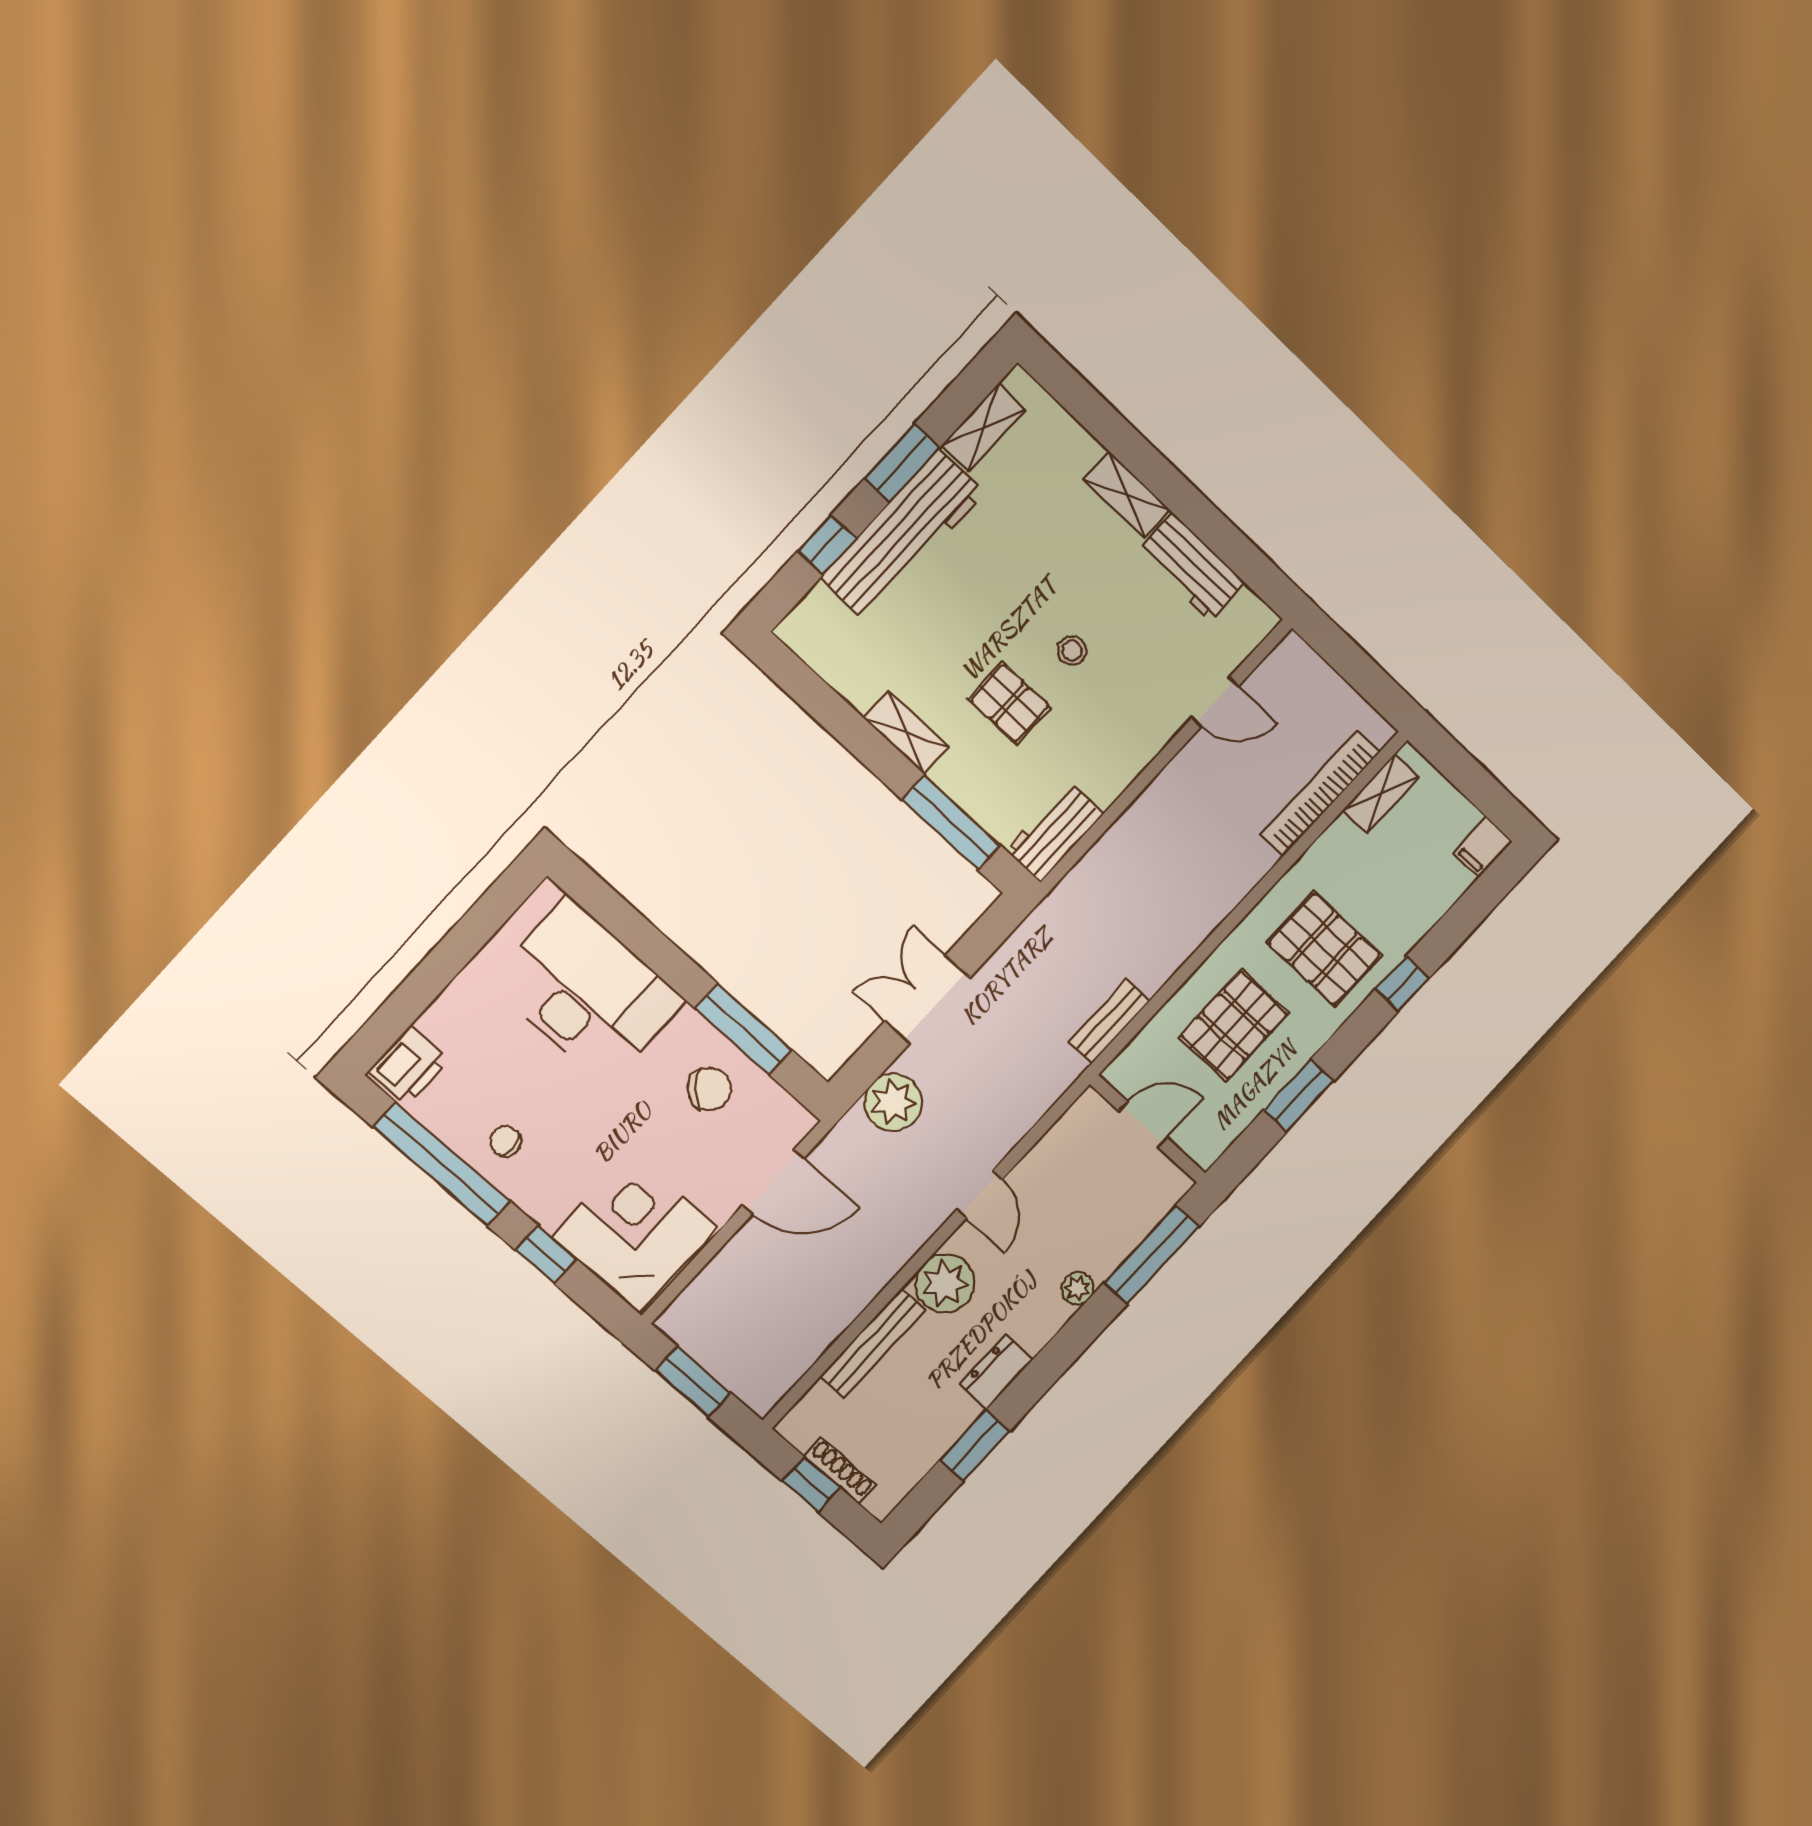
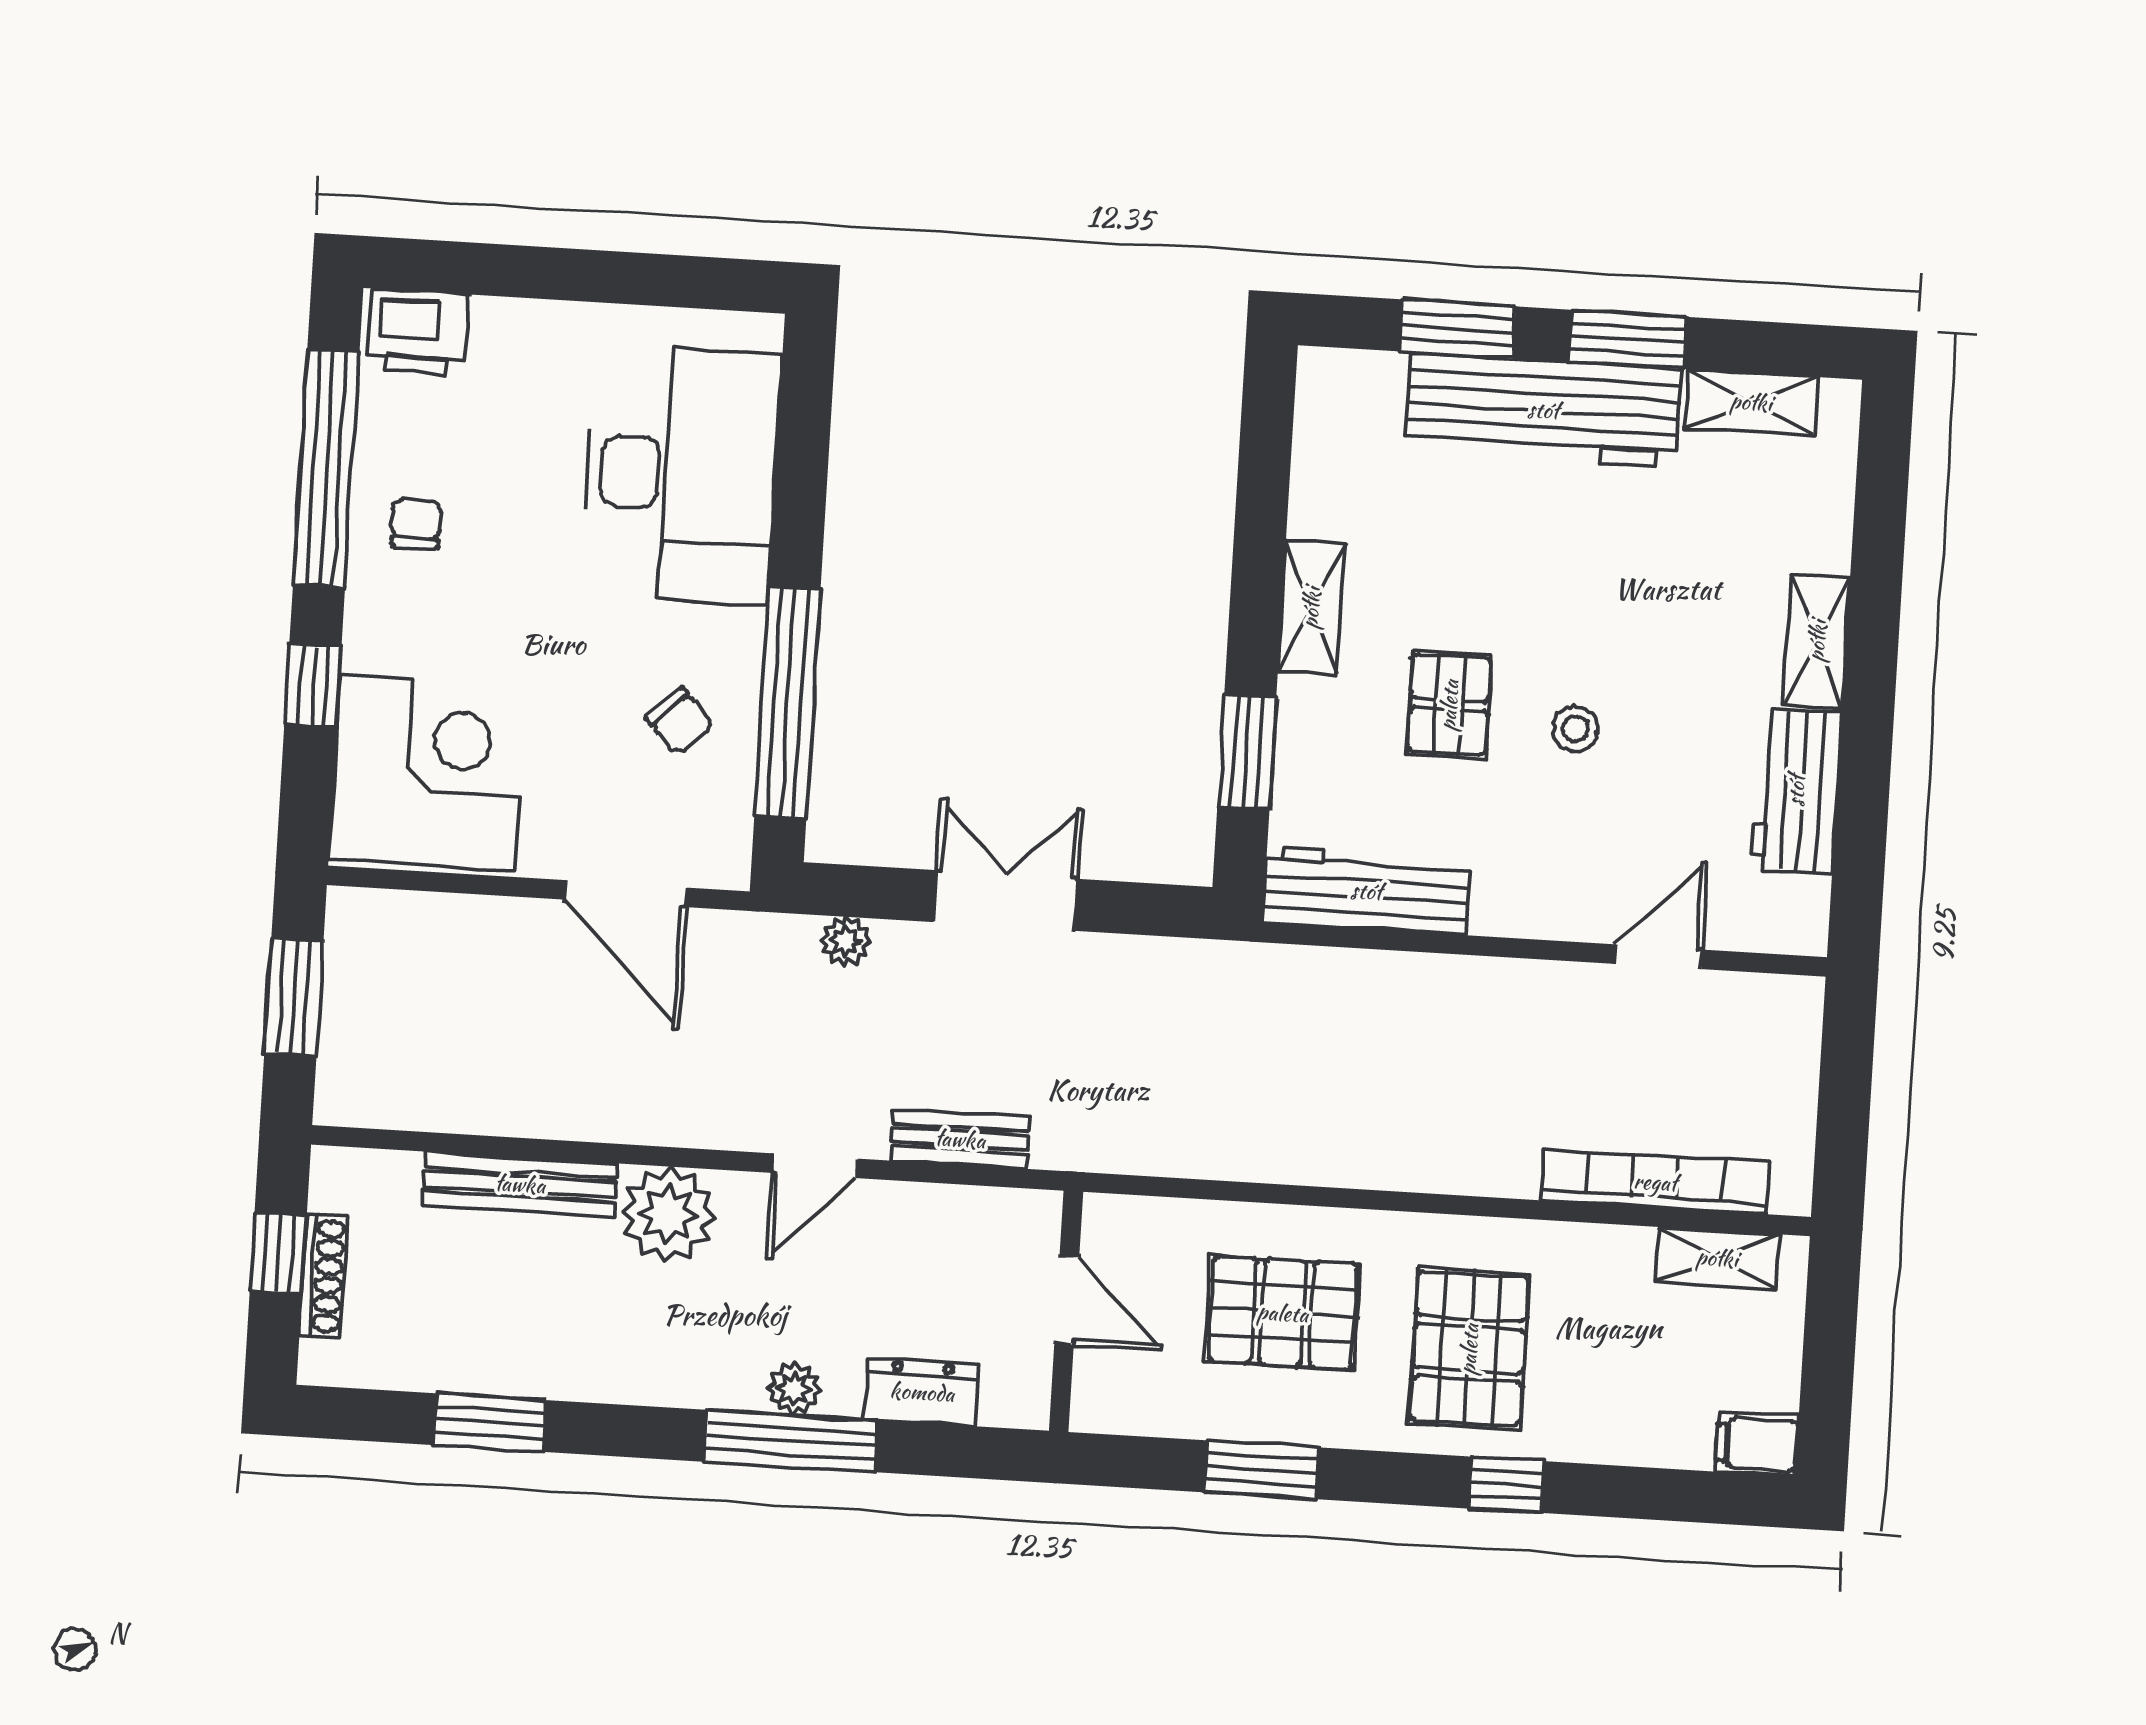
window: (827, 545) -> (1457, 329), width x1.50
door: (1215, 702) -> (1659, 957), swing flipped
window: (951, 823) -> (1247, 752), width x0.69
workbench: (1055, 832) -> (1366, 891), width x1.38
bench: (1109, 1022) -> (960, 1139), moved
window: (744, 1029) -> (787, 703), width x1.46
chair: (709, 1089) -> (680, 721), width x0.73, depth x0.73
plant: (893, 1102) -> (845, 941), width x0.53, depth x0.53
window: (1151, 1255) -> (791, 1441), moved
dresser: (996, 1372) -> (922, 1392), moved

